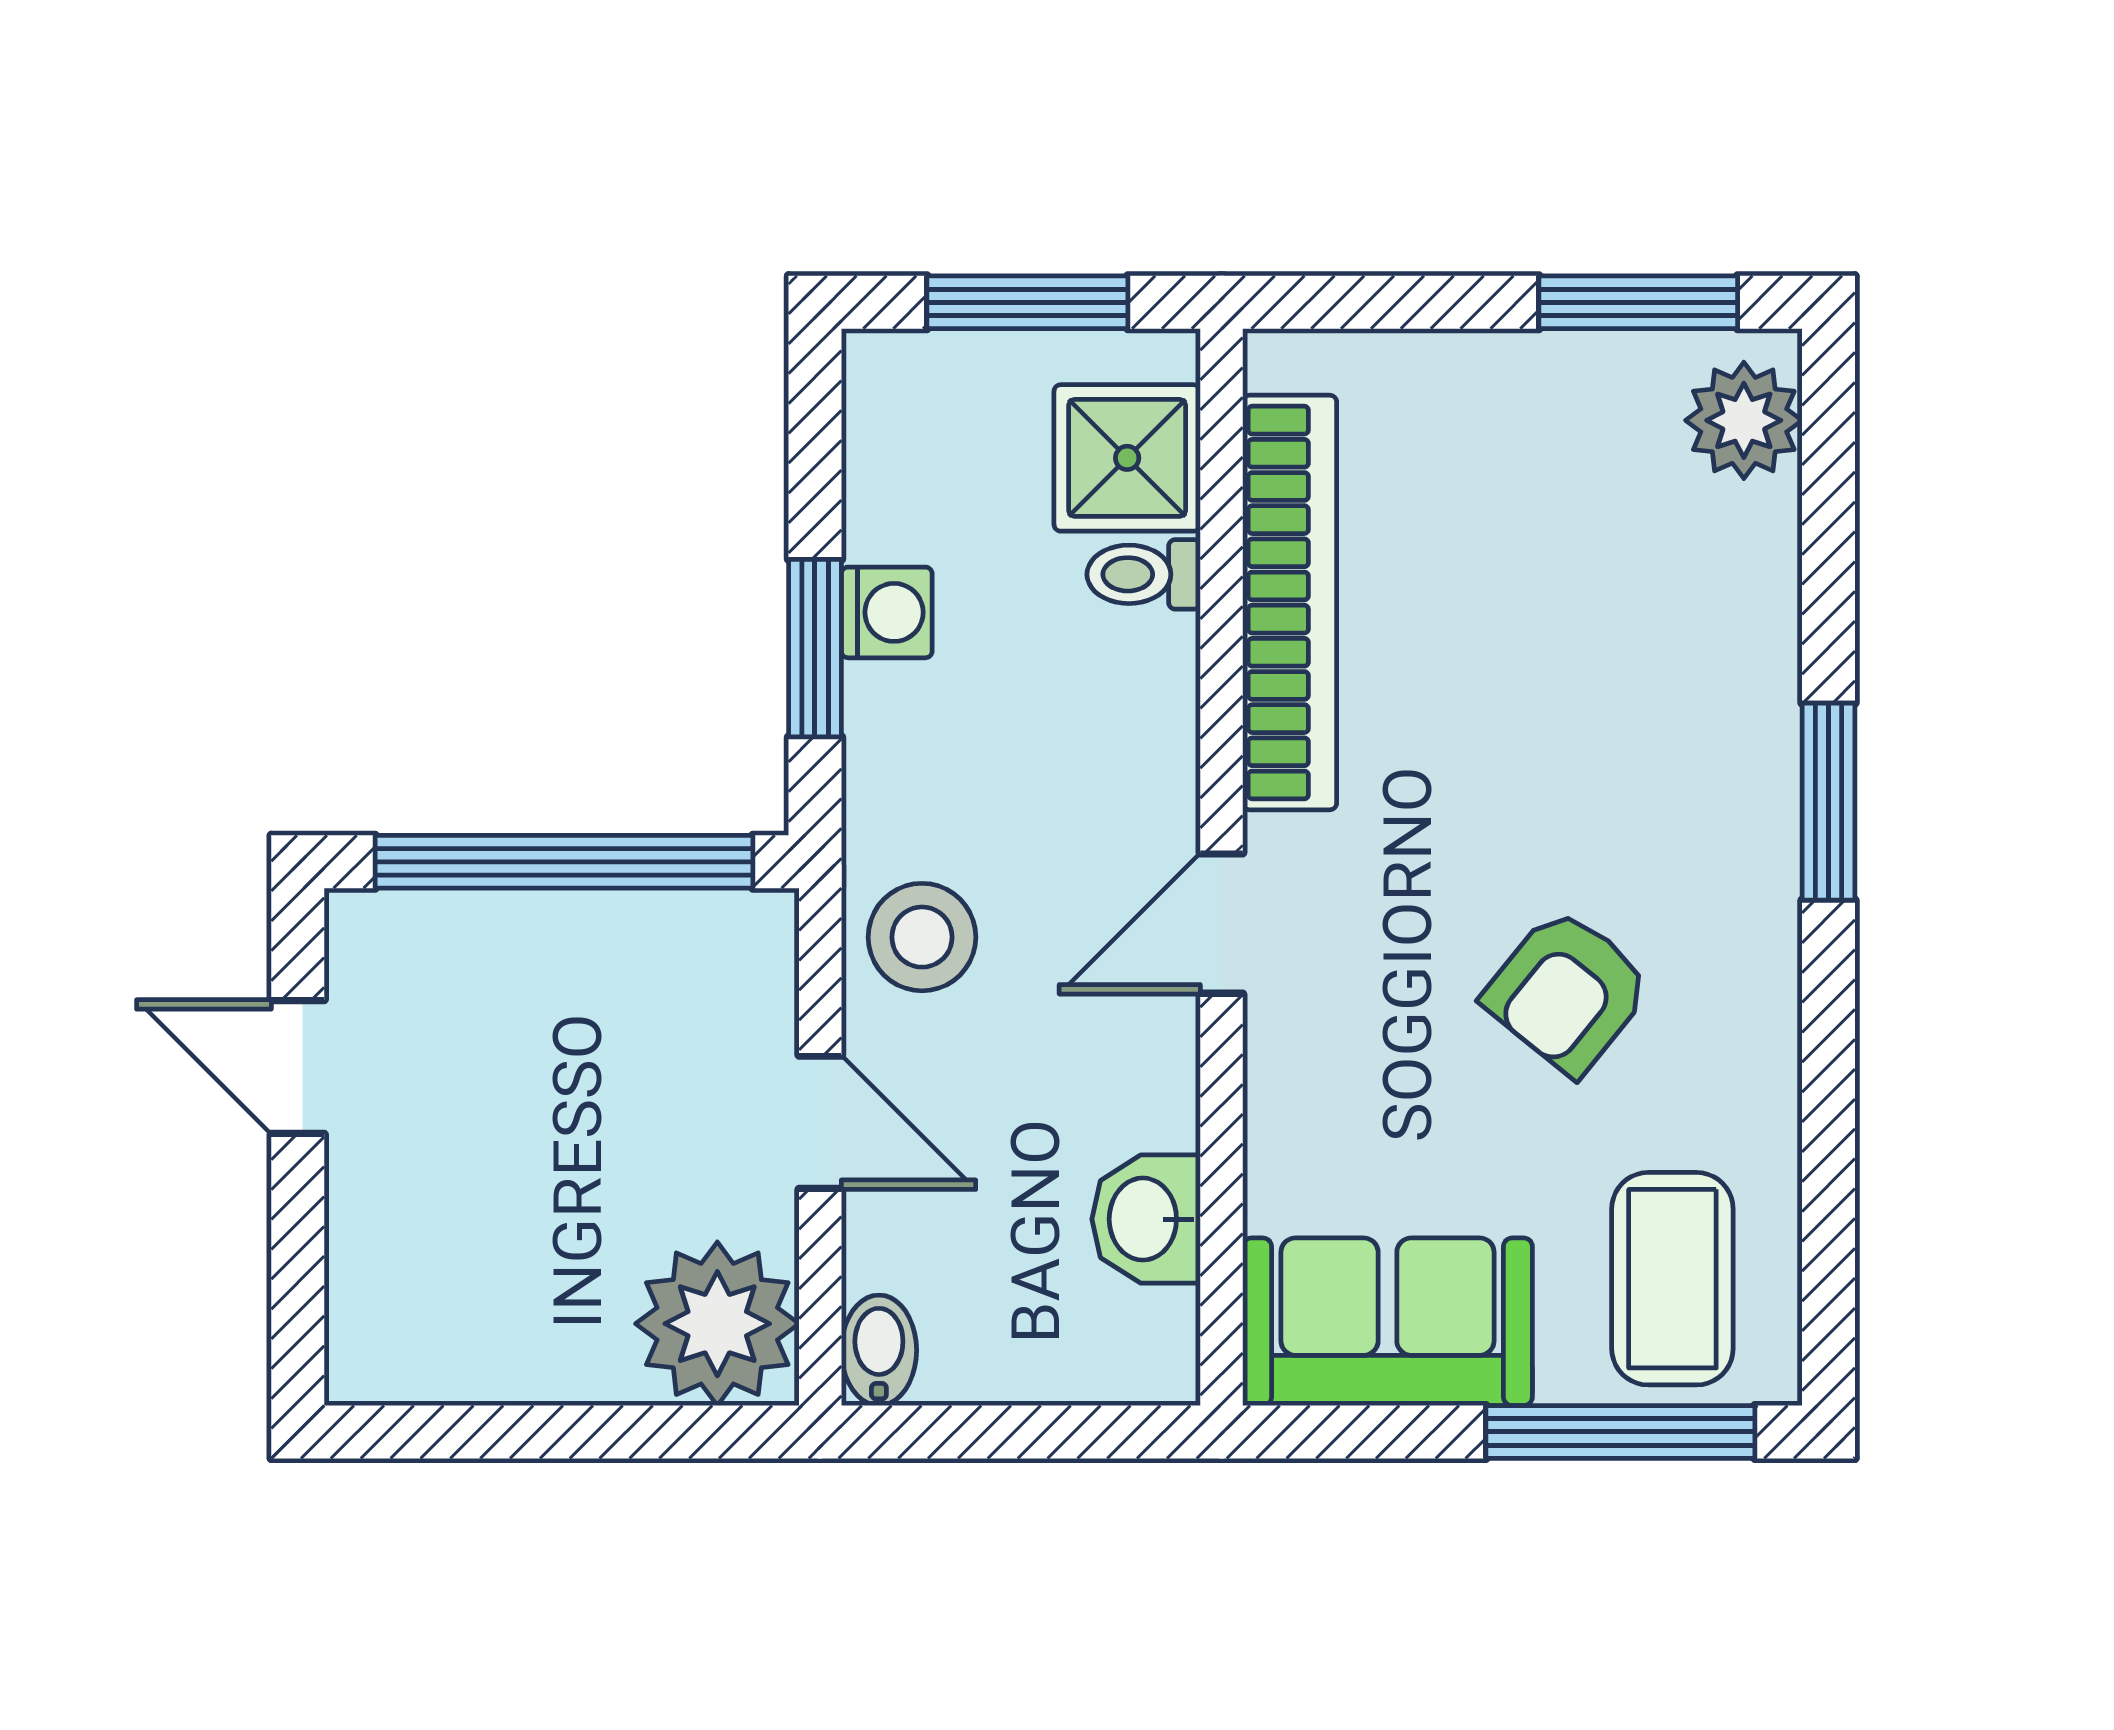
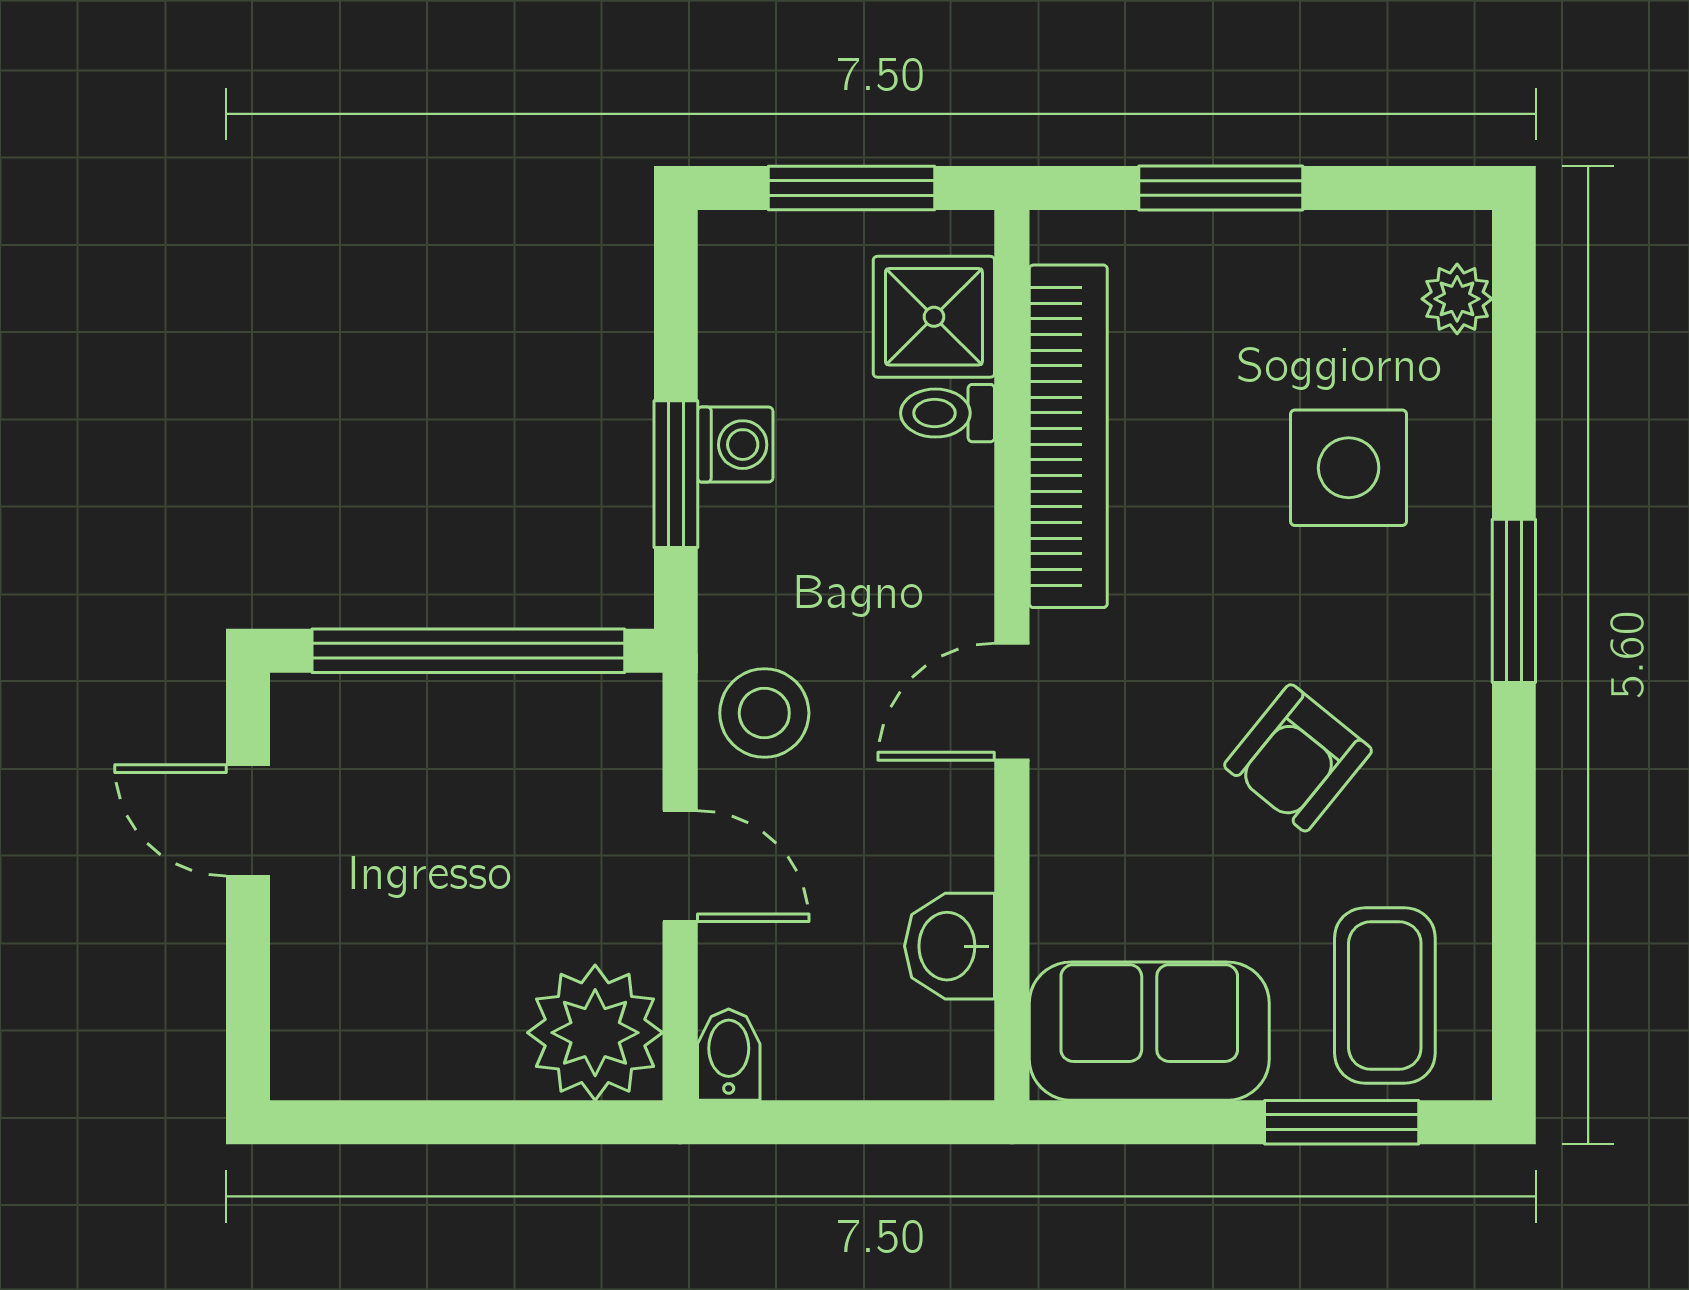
window: (1638, 302) -> (1221, 188), moved
plant: (1744, 420) -> (1457, 299), width x0.73, depth x0.73
side table: (1629, 641) -> (1349, 468), added
window: (1620, 1432) -> (1342, 1122), width x0.69

